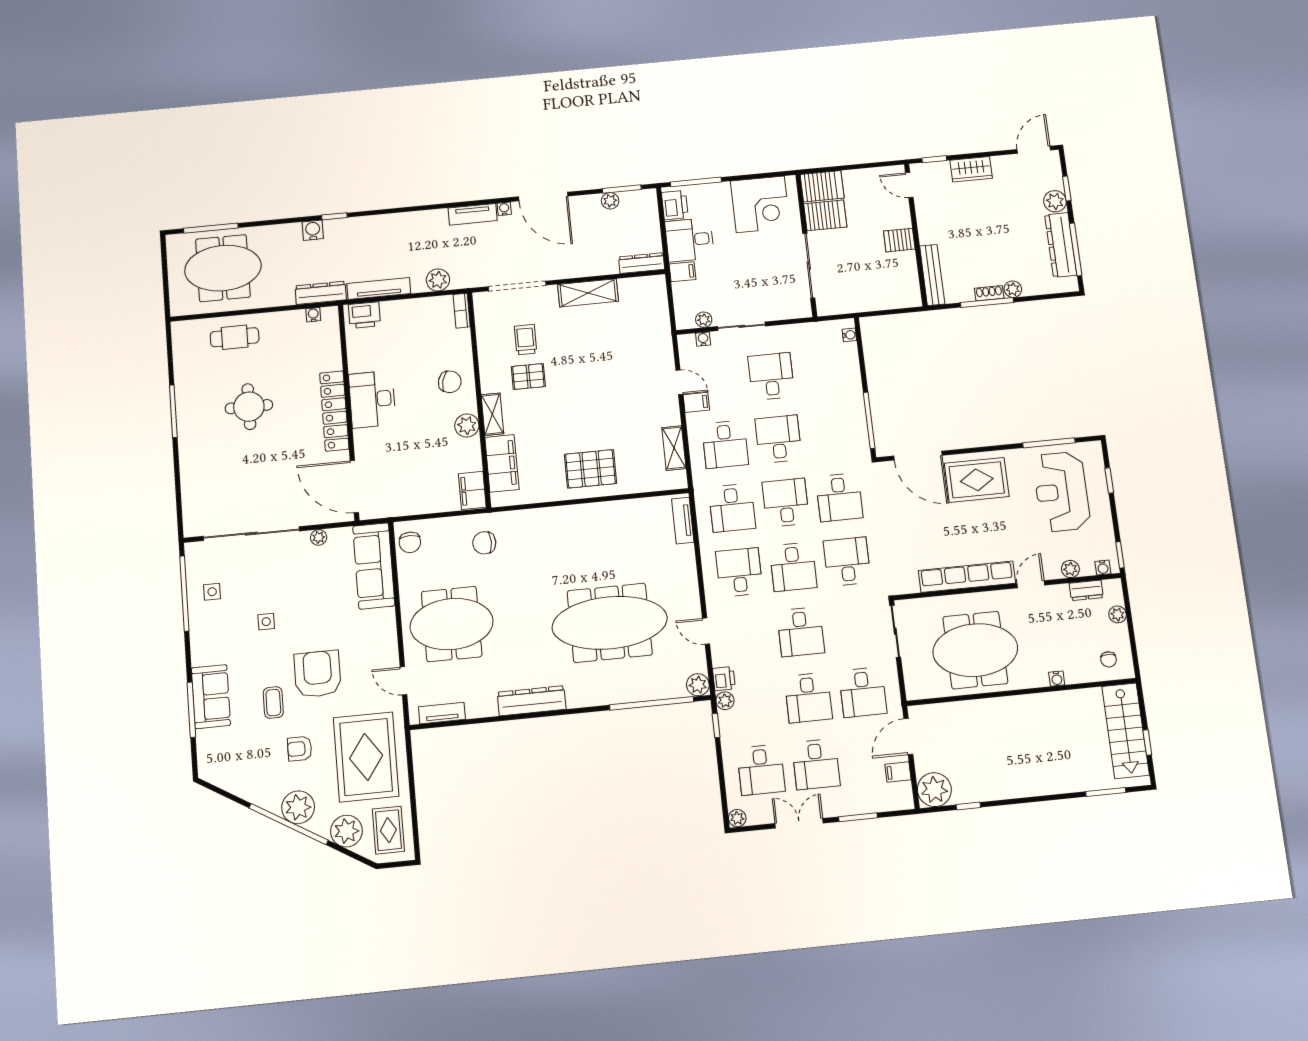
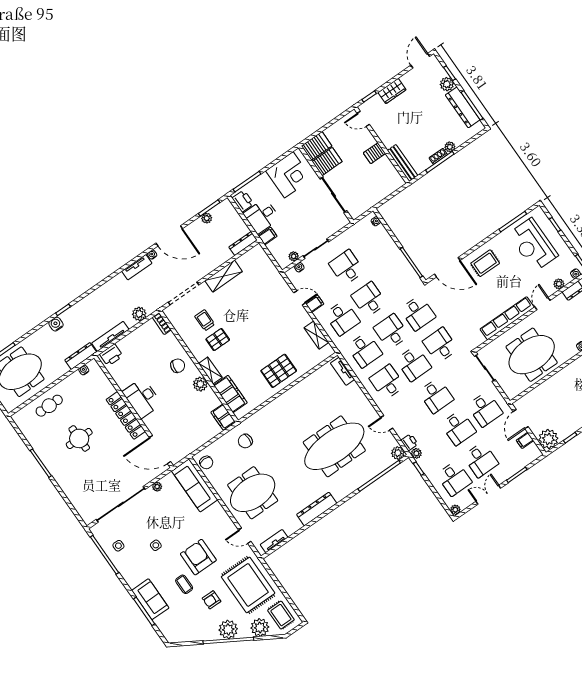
rug: (977, 480) -> (485, 263), width x0.73, depth x0.70

